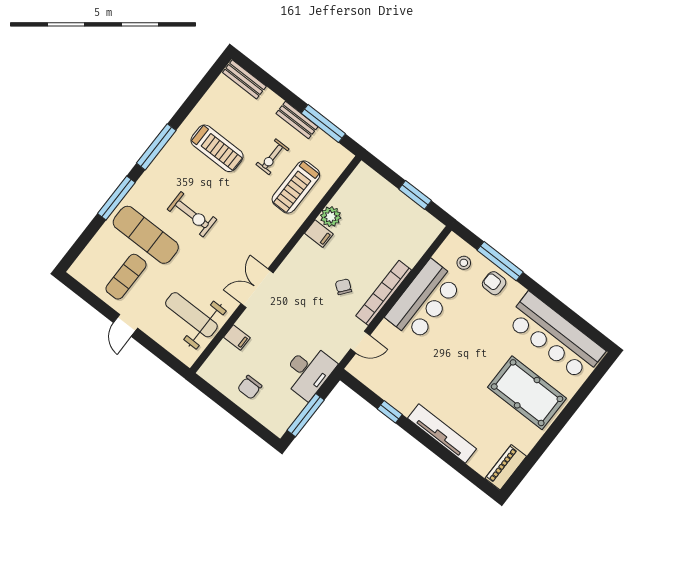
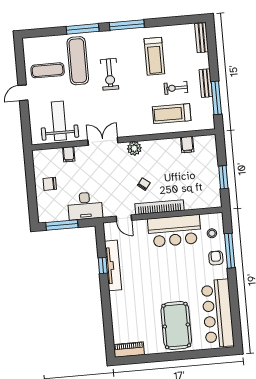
plant: (331, 217) -> (134, 148), moved
filing cabinet: (319, 234) -> (187, 145), moved
tv unit: (442, 434) -> (113, 265), moved

